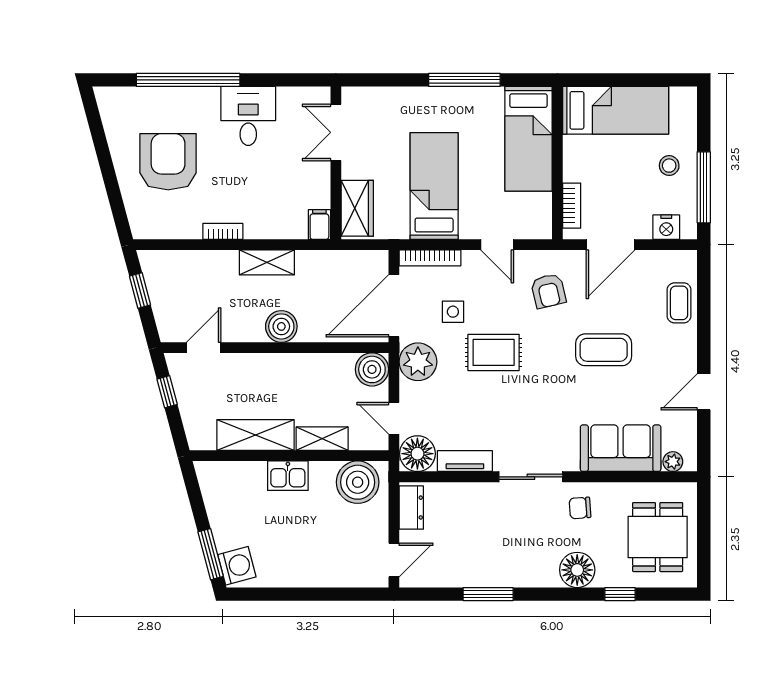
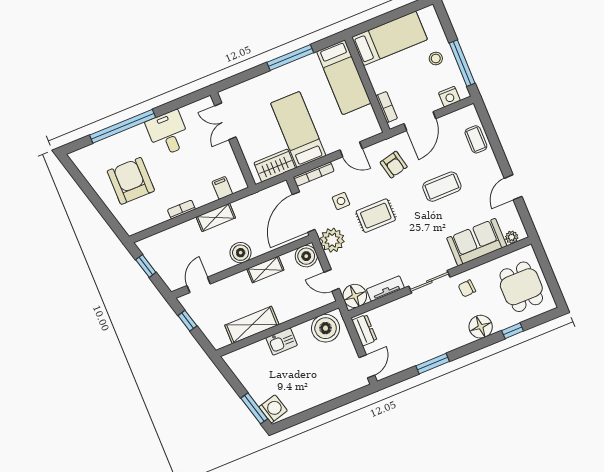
wardrobe: (357, 208) -> (275, 165), moved, turned -90
filing cabinet: (319, 225) -> (222, 188), moved
shelving: (322, 439) -> (265, 269), moved

